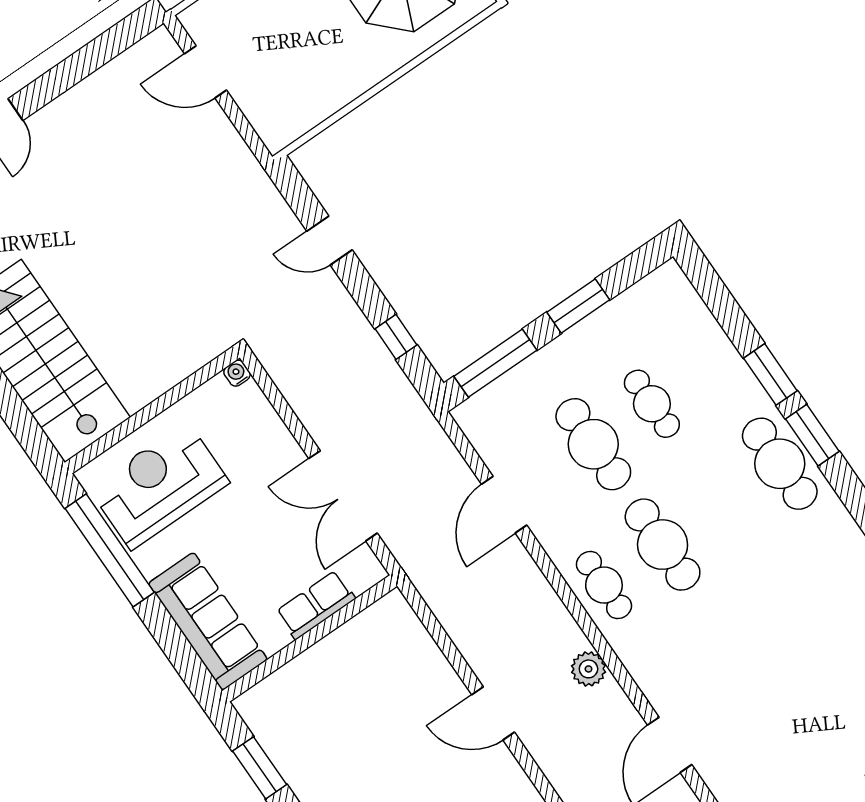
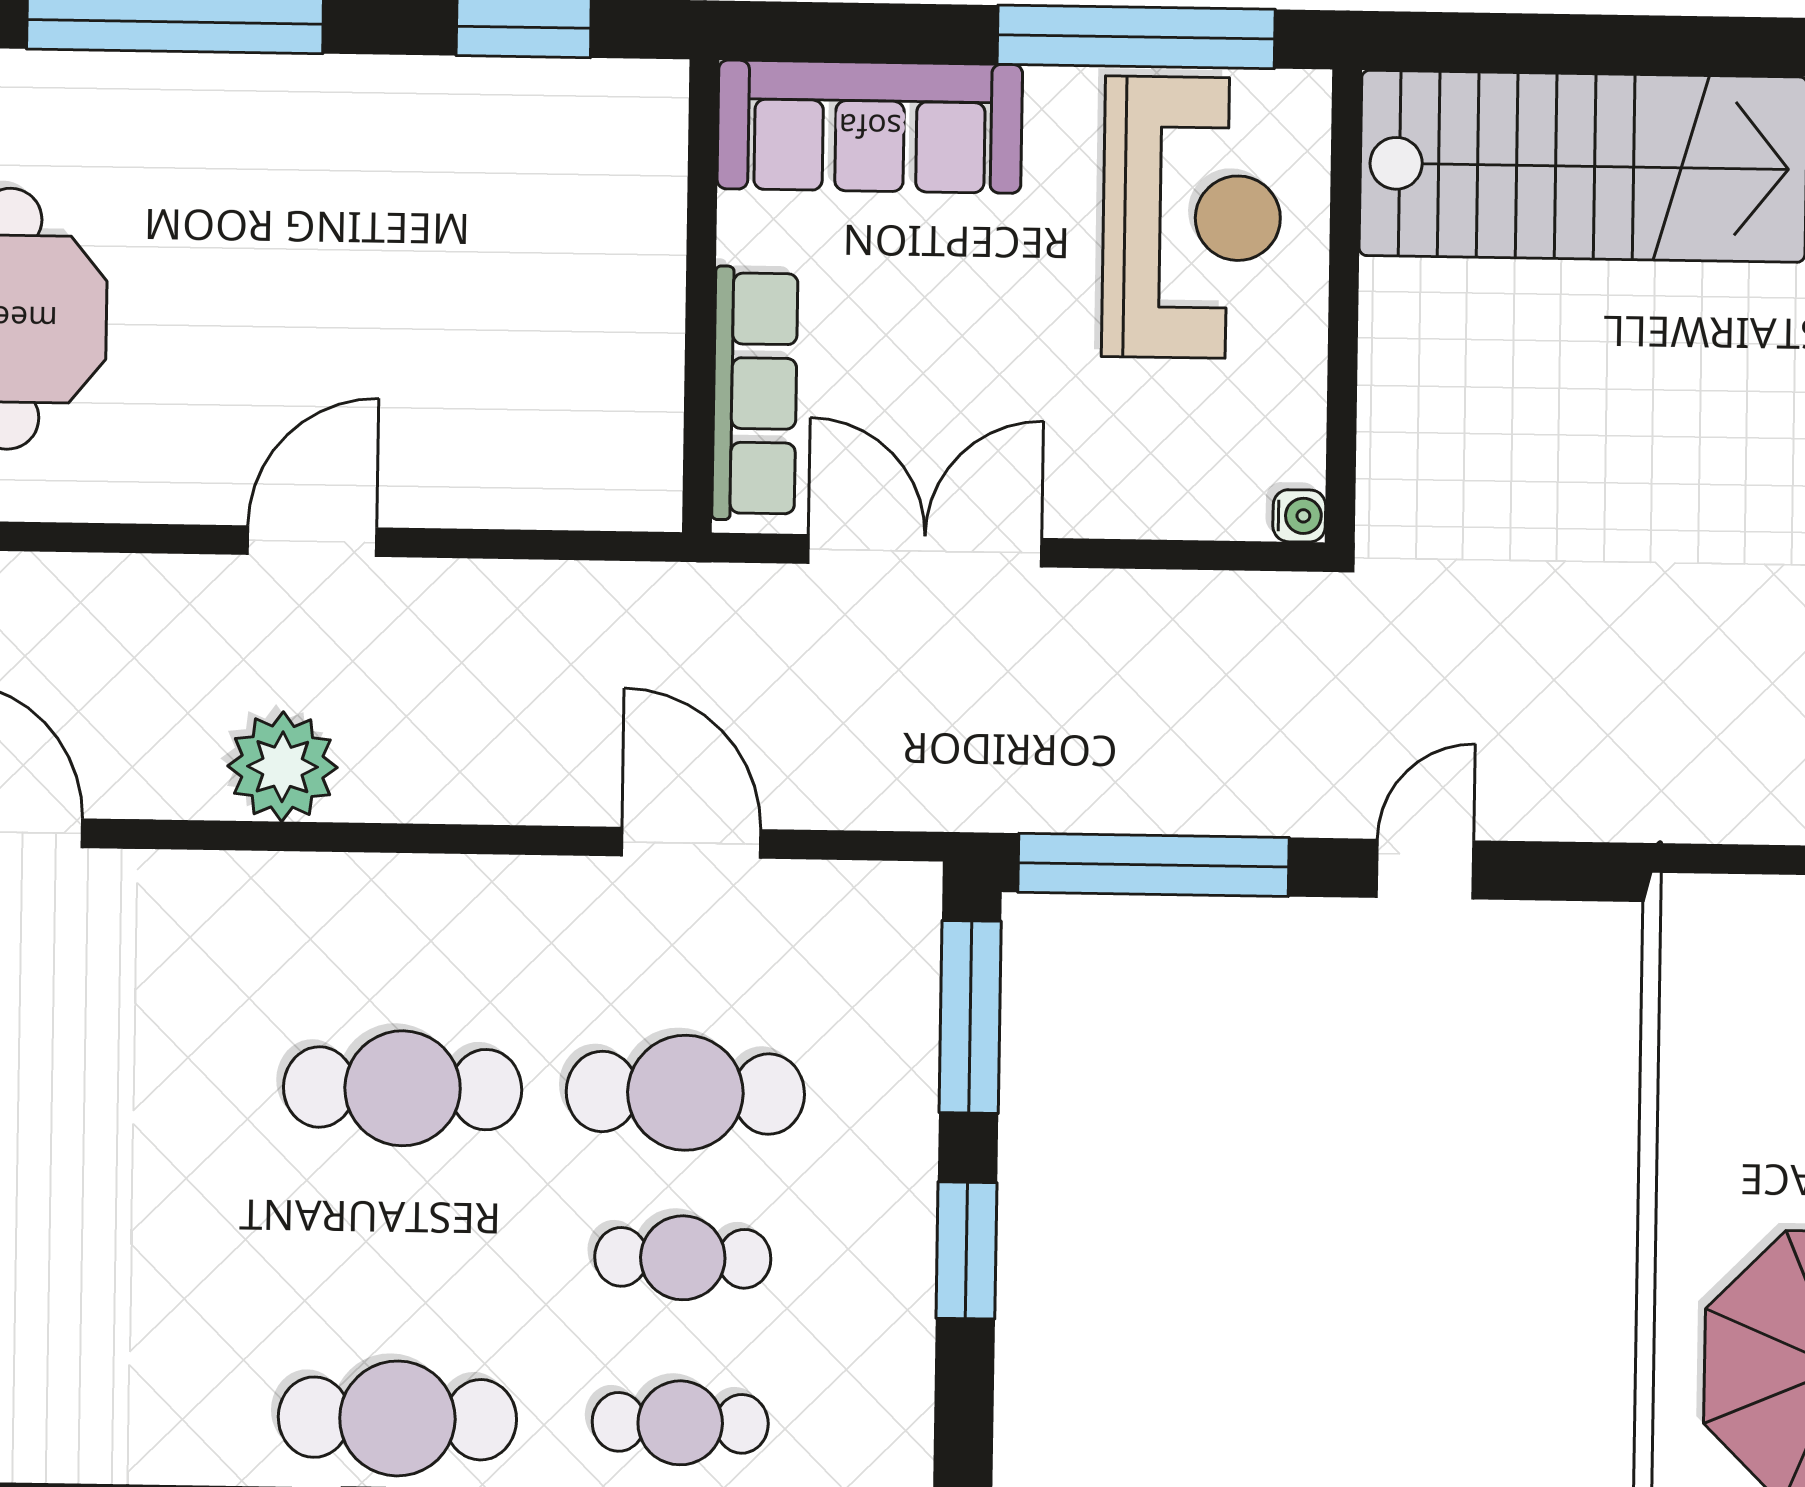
window: (396, 337) -> (1154, 865), width x3.17
cafe table: (604, 585) -> (680, 1423), moved
row of seats: (316, 605) -> (755, 393), width x1.48
plant: (588, 669) -> (282, 767), width x1.36, depth x1.36

